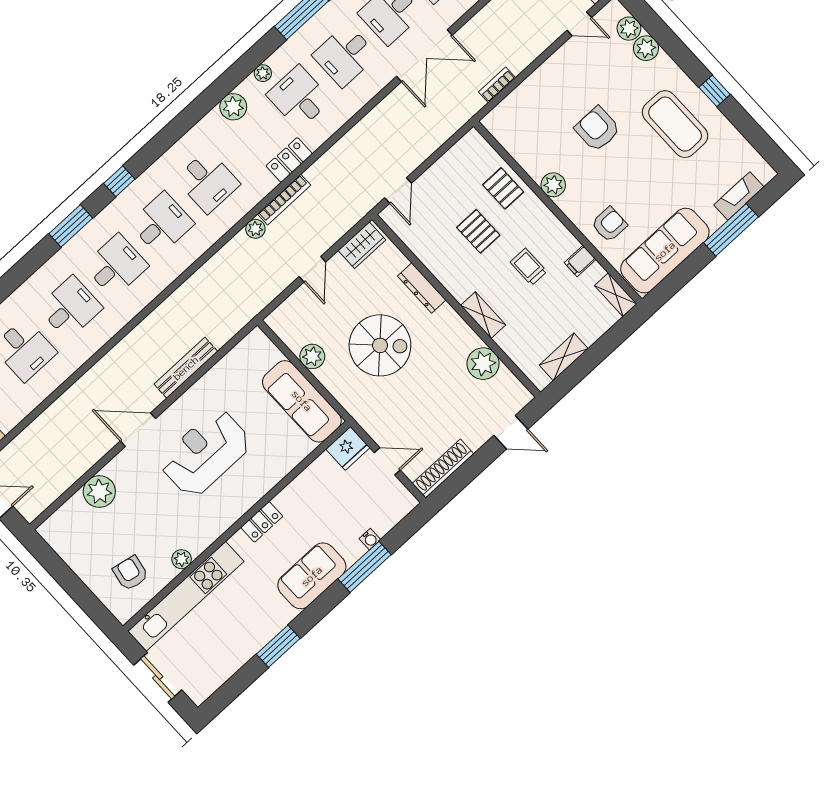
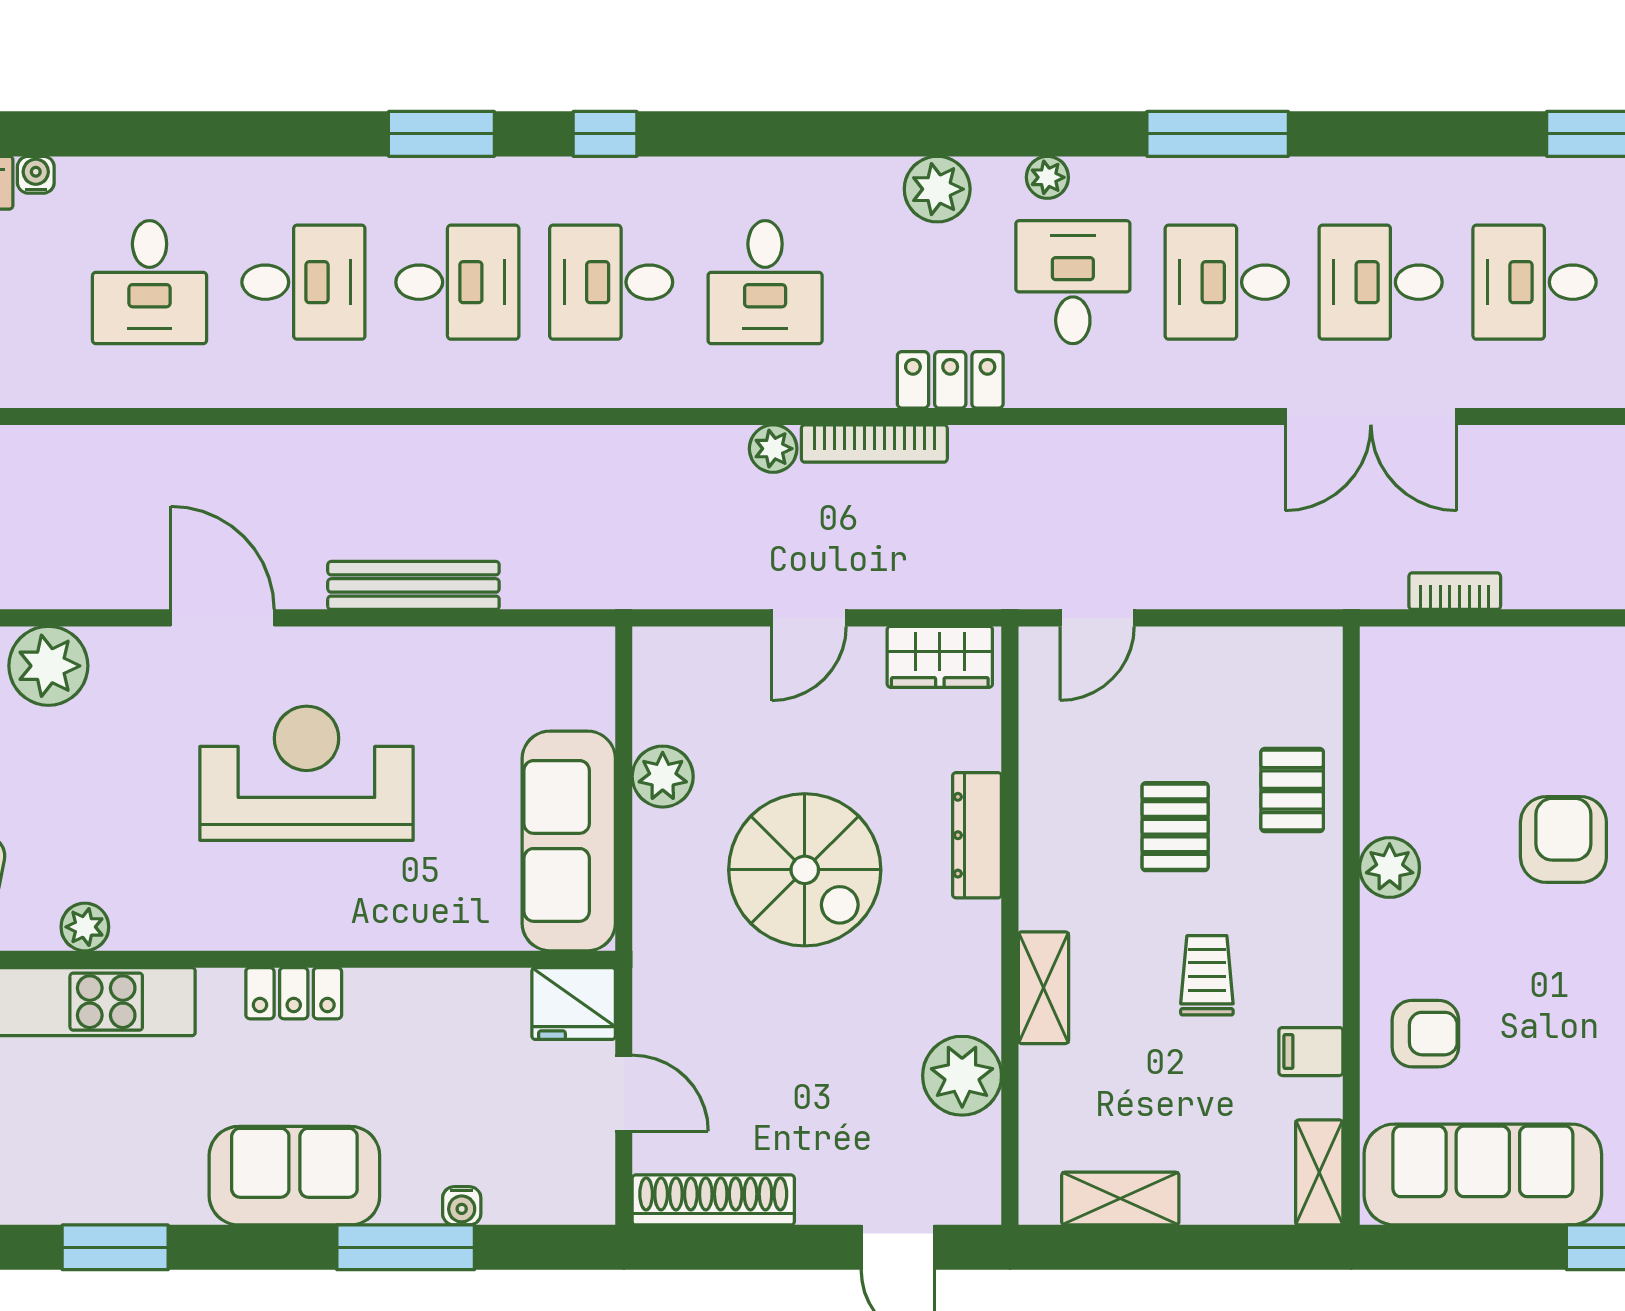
desk: (162, 224) -> (611, 282), turned 180

